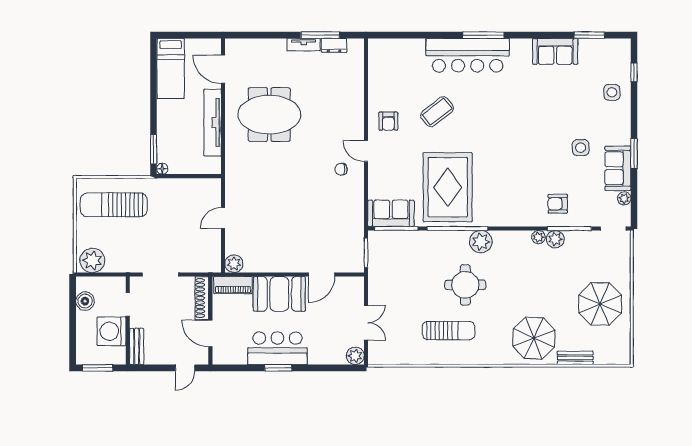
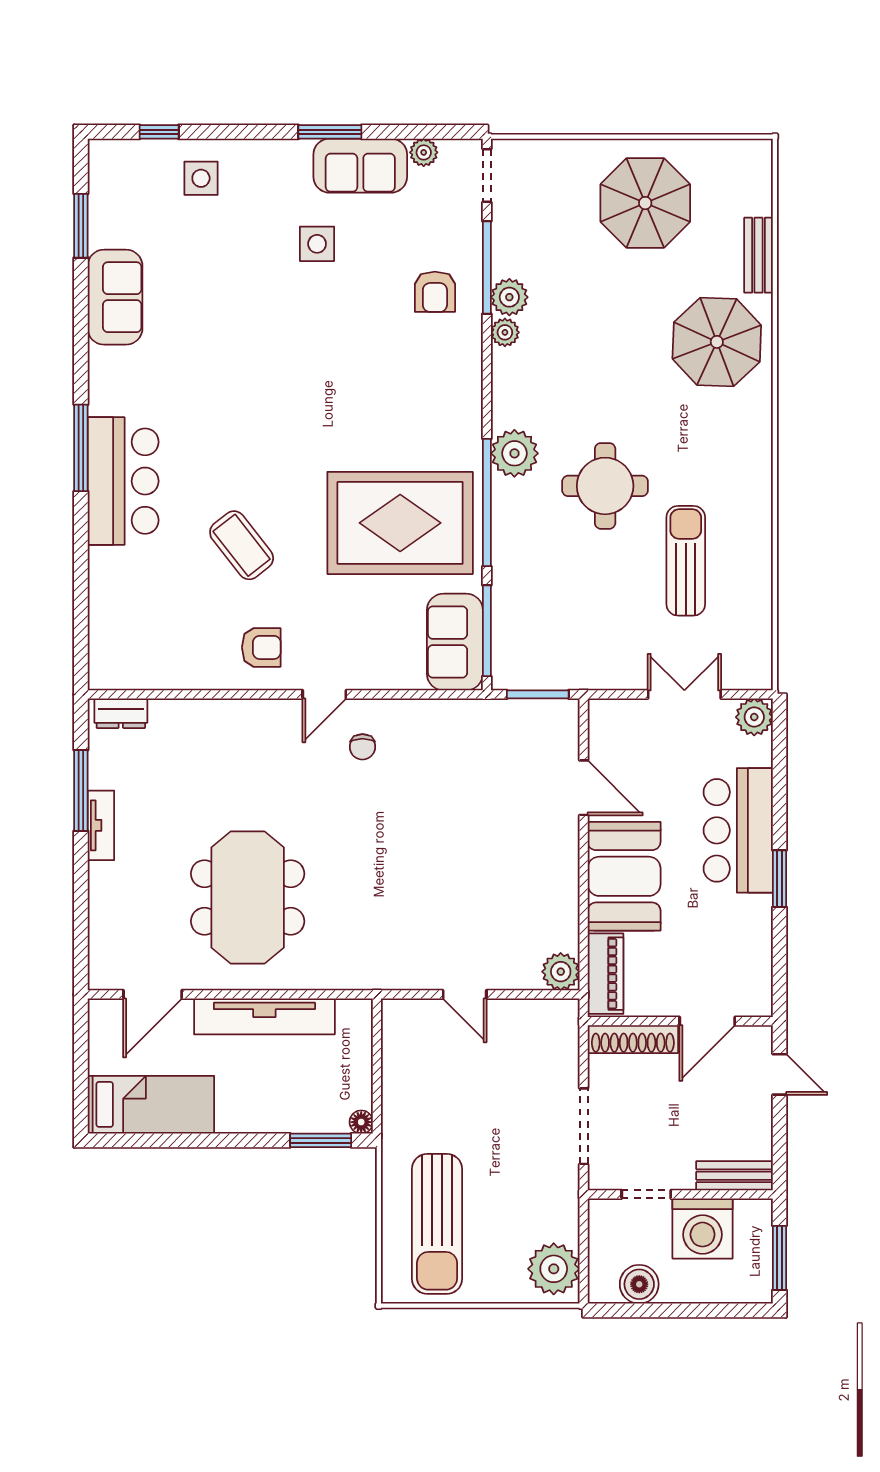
dresser: (334, 45) -> (121, 713), moved, turned 90
bar counter: (468, 55) -> (123, 481), width x0.73
sun lounger: (449, 331) -> (686, 561), moved
bar counter: (277, 348) -> (738, 830), moved

